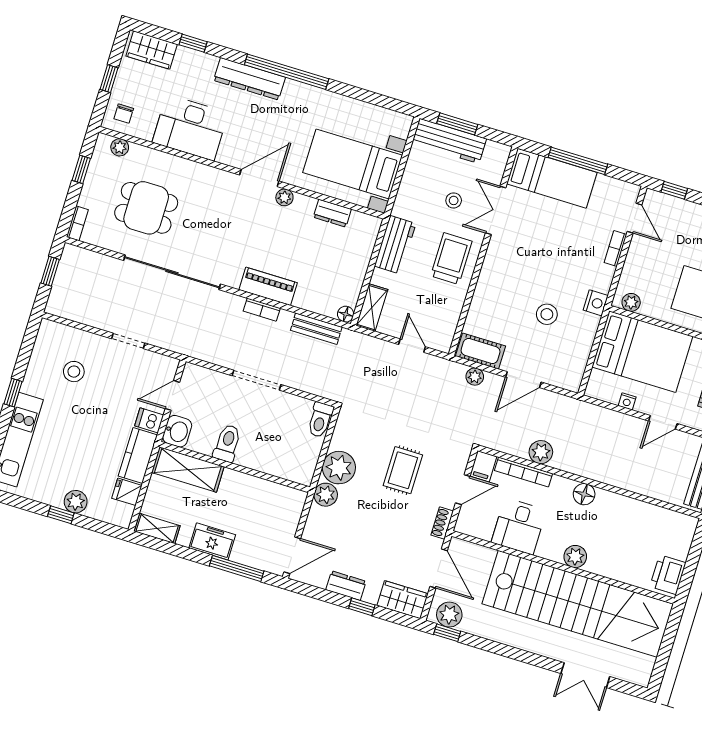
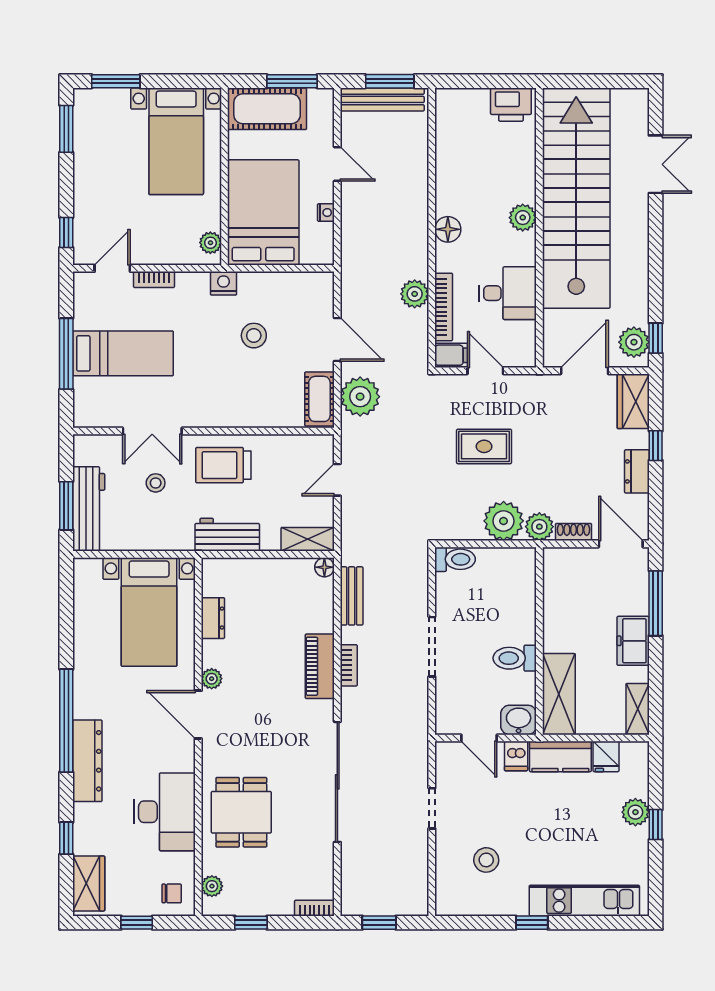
bed: (552, 178) -> (123, 353), moved, turned 90
dining table: (146, 208) -> (241, 812), moved
plant: (475, 377) -> (360, 397), width x1.88, depth x1.88
shoe rack: (442, 523) -> (573, 532), moved, turned 180

